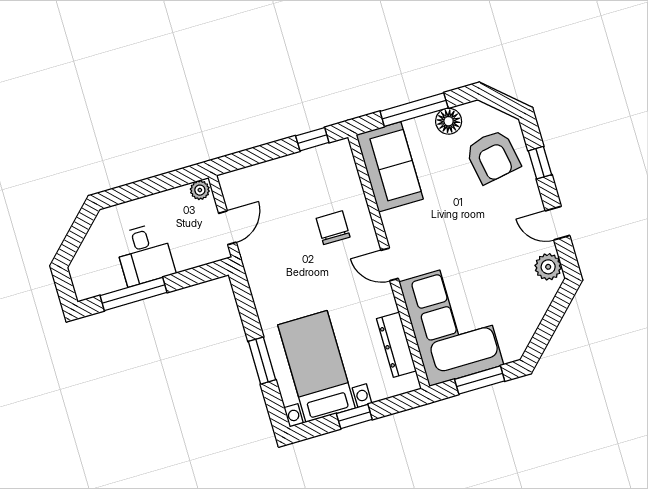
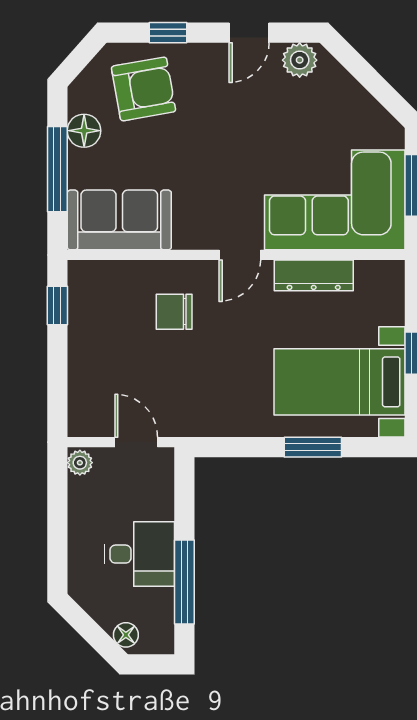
floor lamp: (81, 262) -> (126, 635), added
dresser: (396, 345) -> (314, 275), moved

